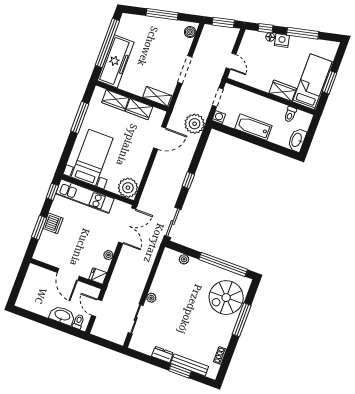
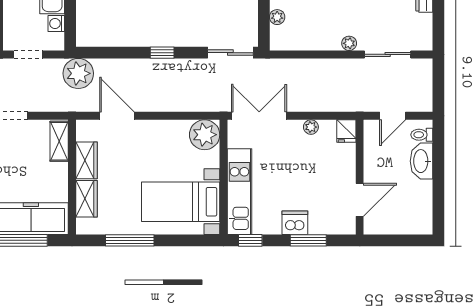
washing machine: (219, 117) -> (56, 23), moved
door: (68, 274) -> (360, 200), moved

